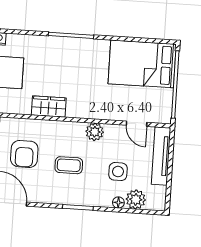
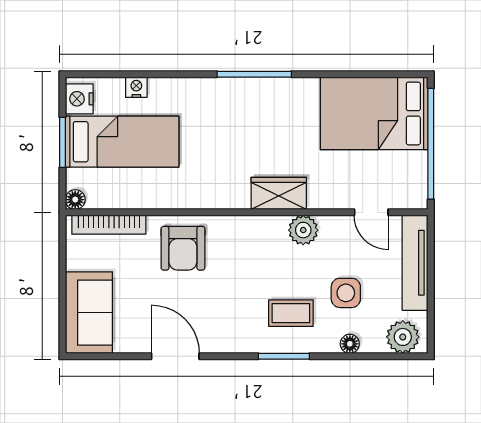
wardrobe: (49, 106) -> (279, 193), moved
armchair: (24, 154) -> (183, 248), moved
coffee table: (69, 165) -> (291, 313), moved
plant: (136, 199) -> (403, 337), moved

